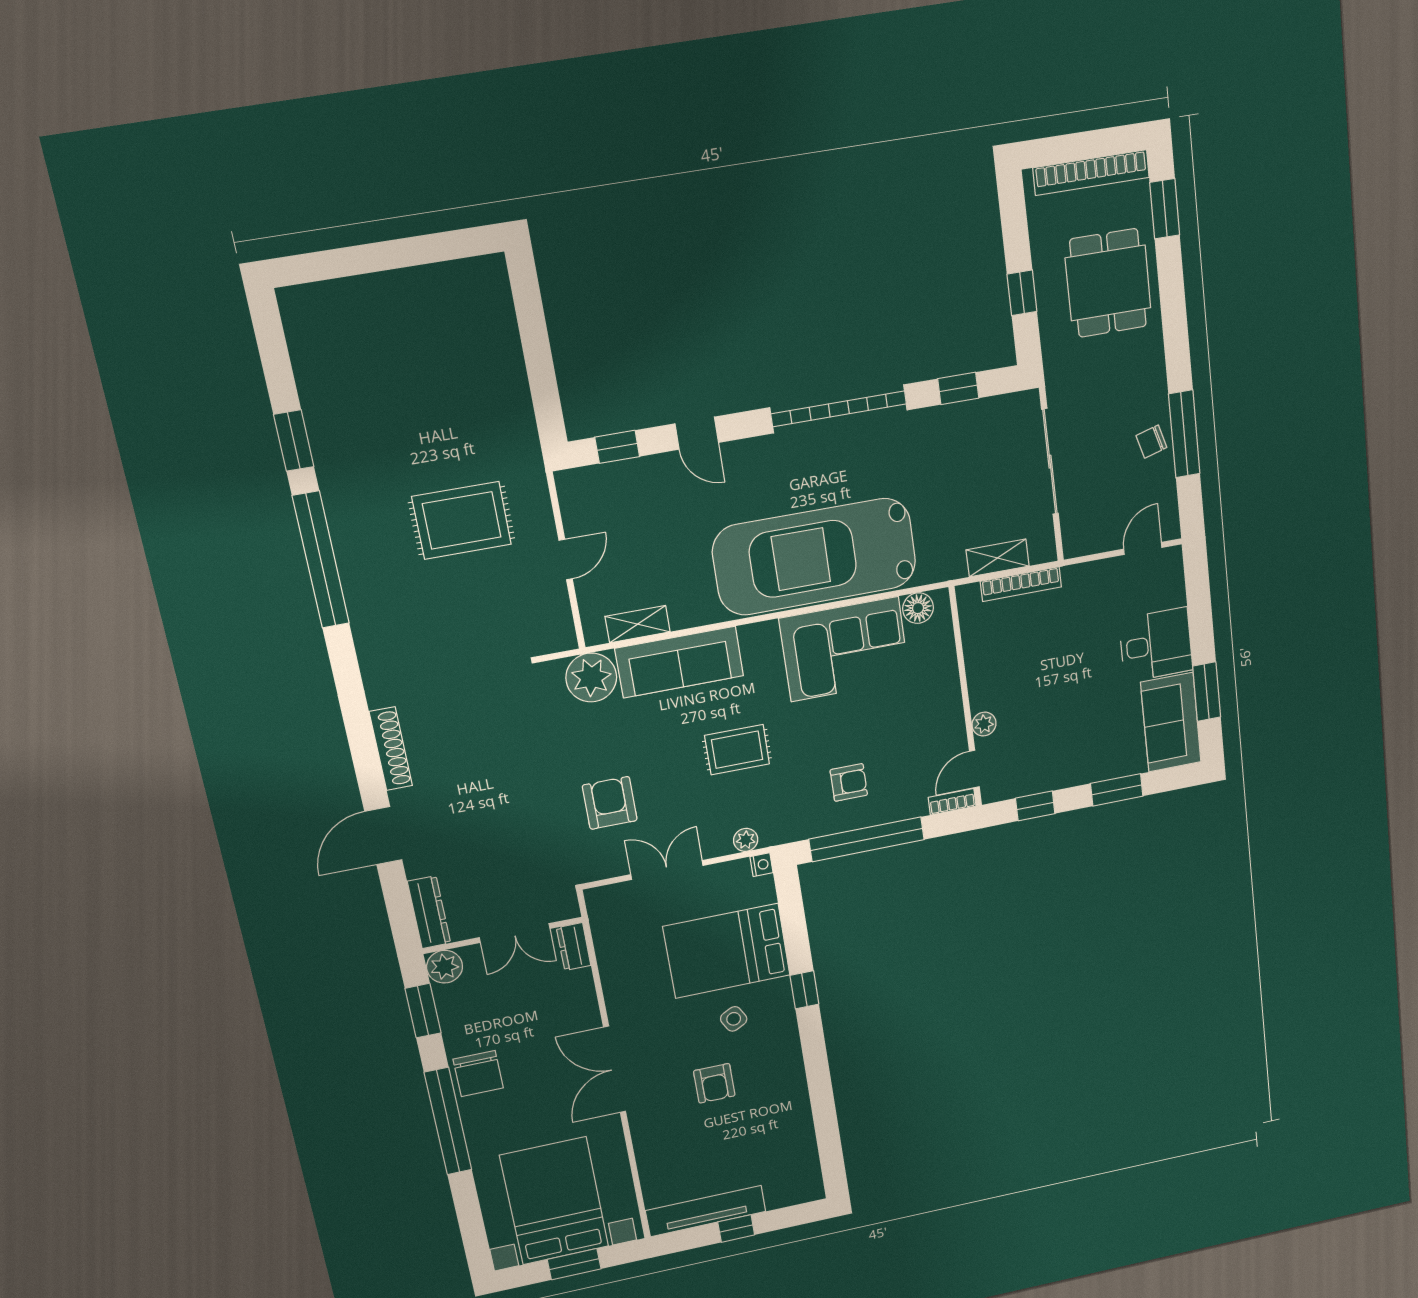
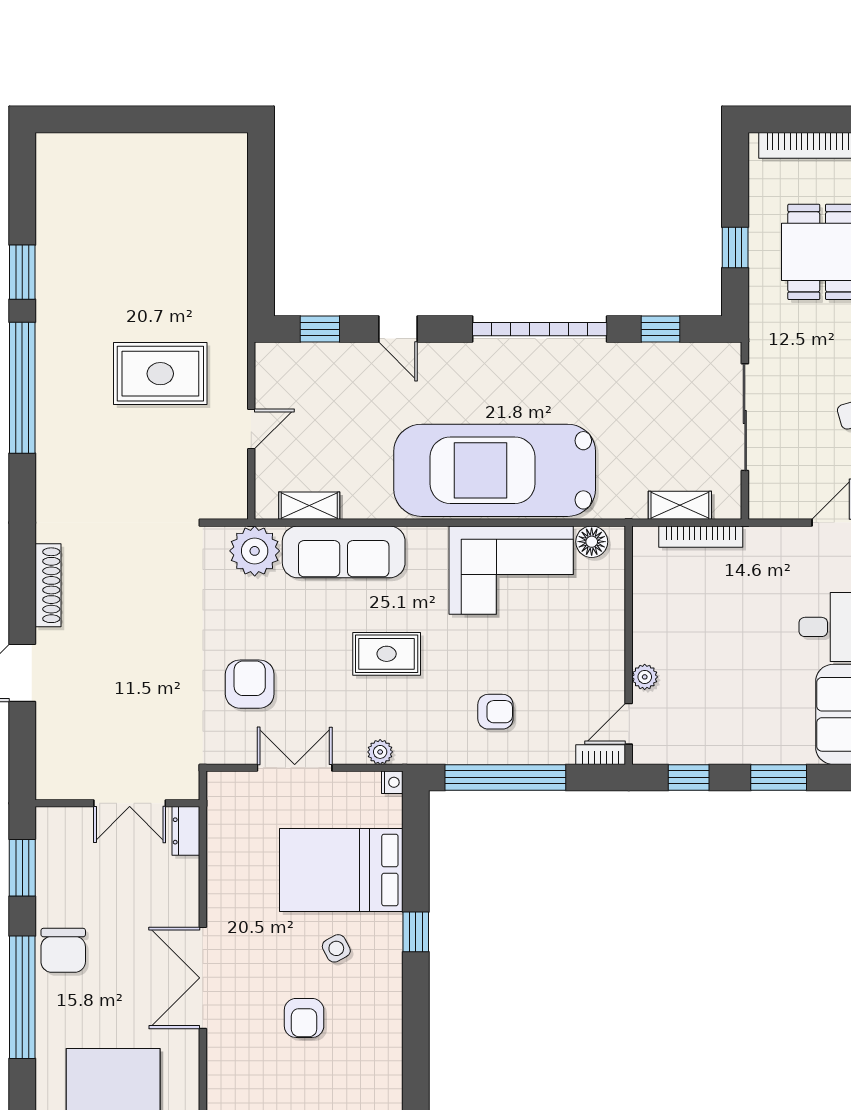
dresser: (429, 912) -> (50, 763), removed
plant: (445, 967) -> (53, 825), removed

